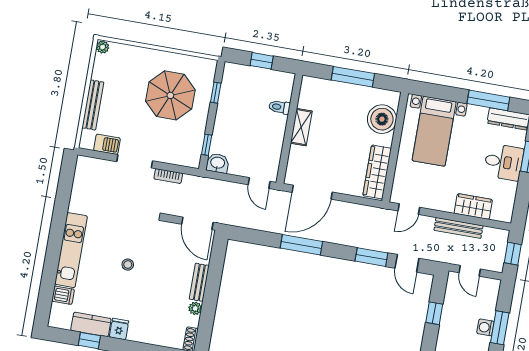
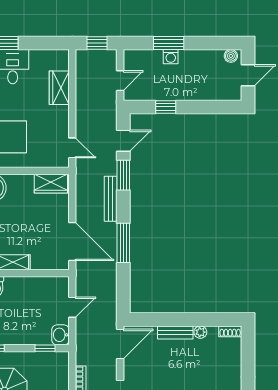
wardrobe: (377, 172) -> (51, 184), width x0.67
door: (259, 183) -> (72, 307), moved
bench: (458, 228) -> (111, 199), moved

